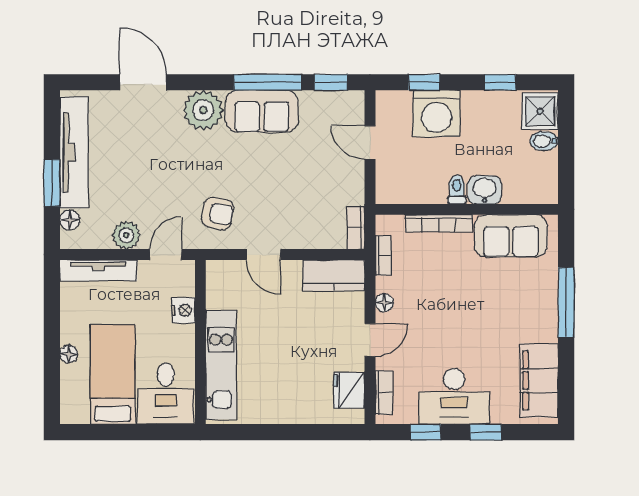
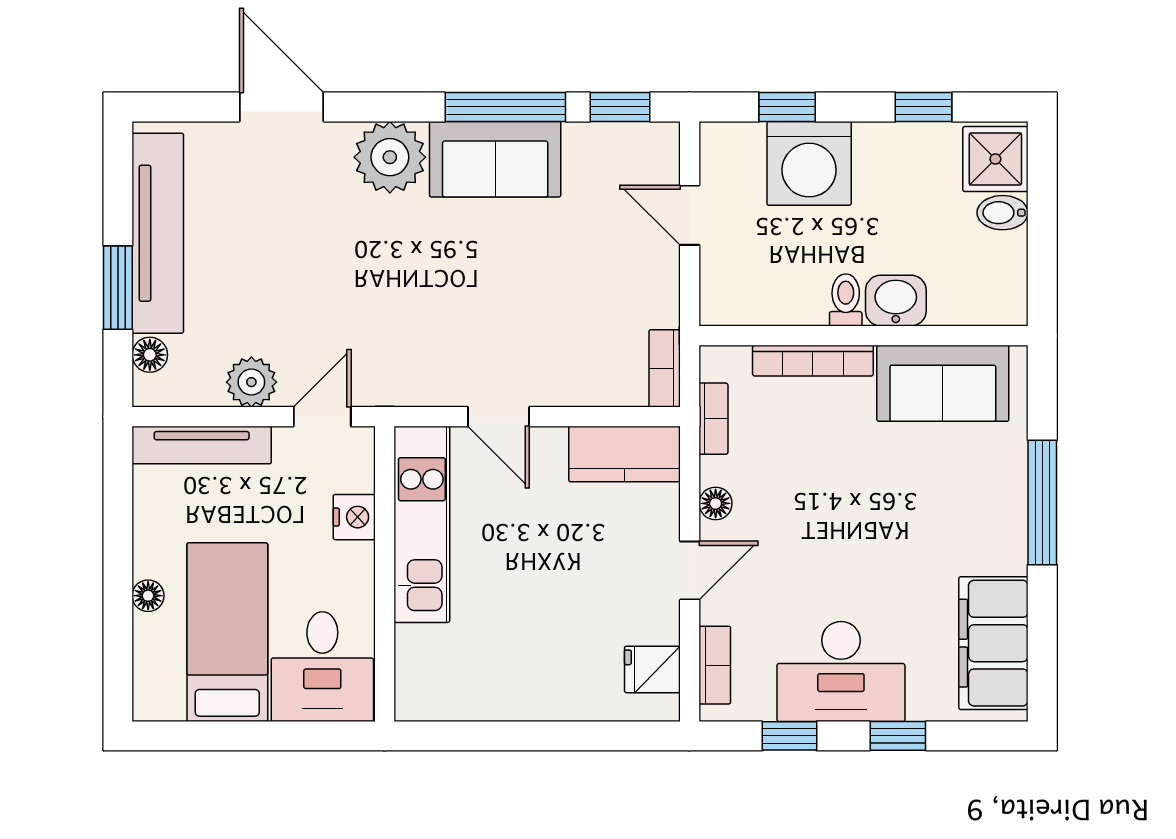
armchair: (218, 213) -> (416, 343), removed
kitchen unit: (221, 365) -> (422, 524), moved
fridge: (349, 390) -> (652, 669), width x0.72

